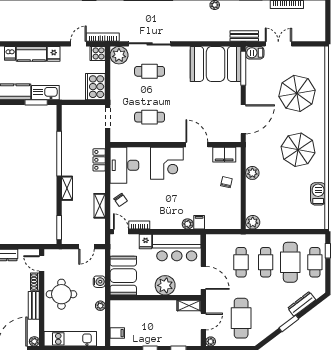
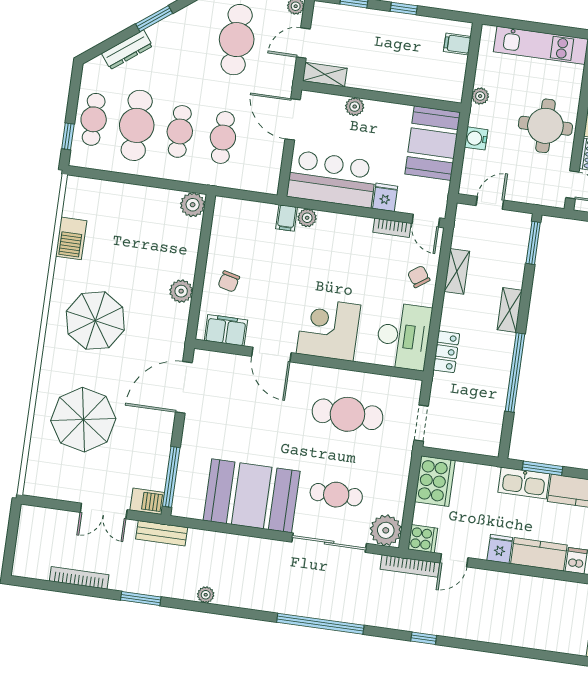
booth: (216, 64) -> (252, 496), moved
cafe table: (150, 117) -> (347, 414), width x1.37, depth x1.35
plant: (165, 285) -> (355, 107), width x0.53, depth x0.53

